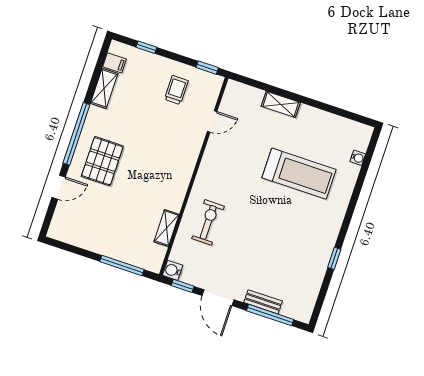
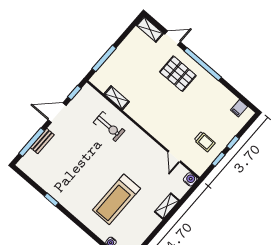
window: (146, 47) -> (233, 142), moved
window: (207, 68) -> (218, 159), moved
shelving: (104, 88) -> (150, 29), moved
door: (59, 187) -> (173, 38), swing flipped
water cooler: (173, 270) -> (190, 179), moved

